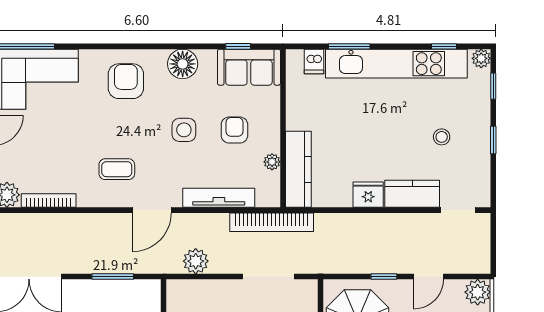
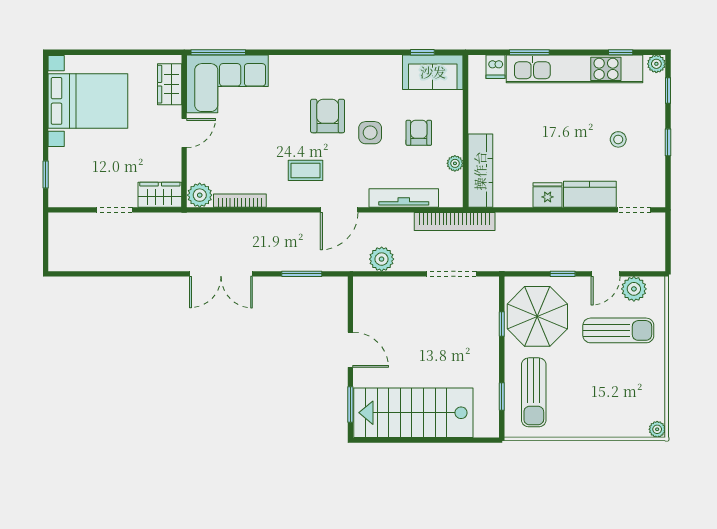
floor lamp: (183, 64) -> (369, 69), removed
armchair: (126, 81) -> (328, 116), moved
plant: (478, 292) -> (634, 289), moved

